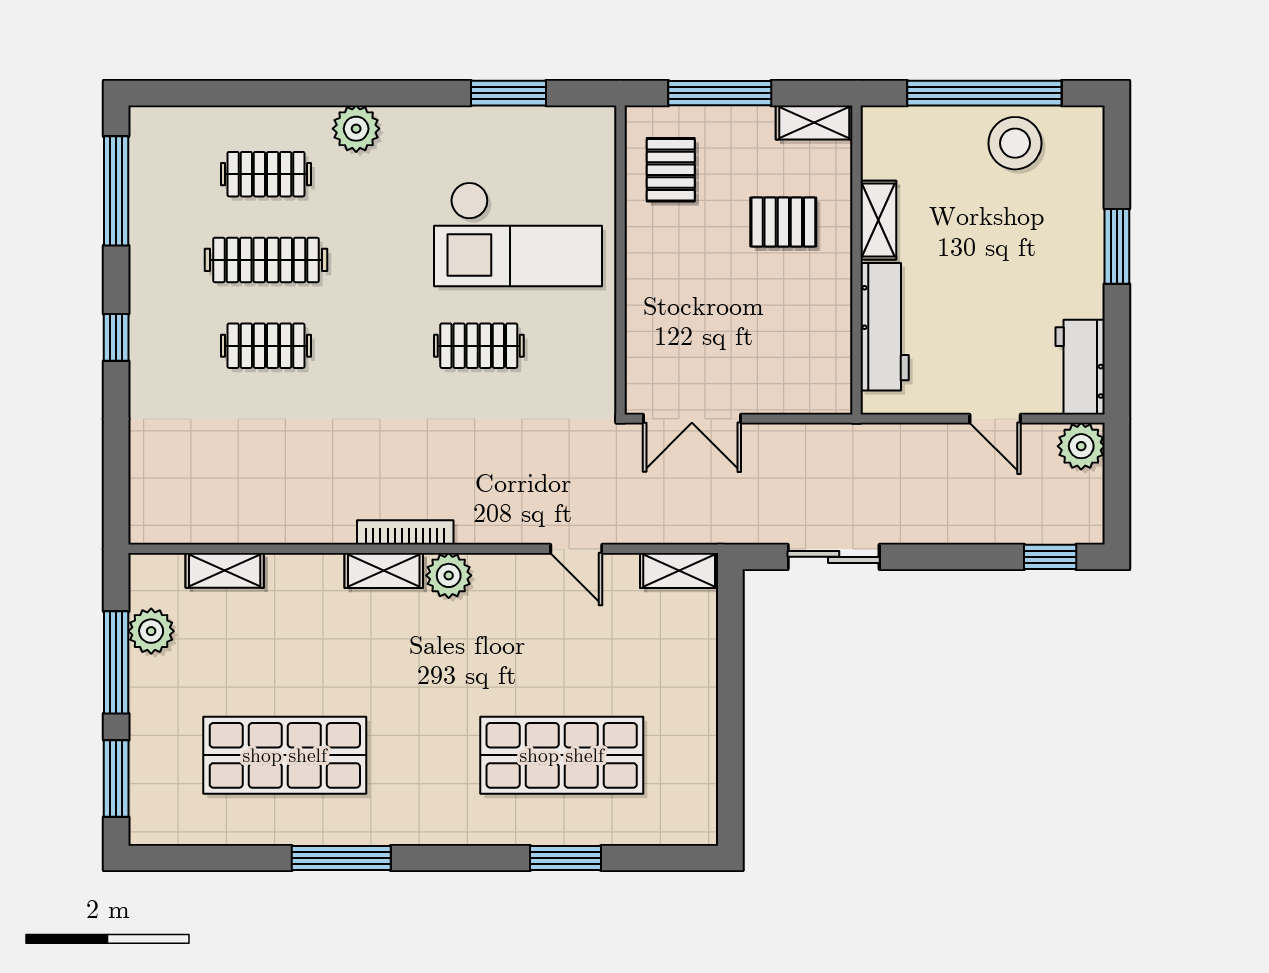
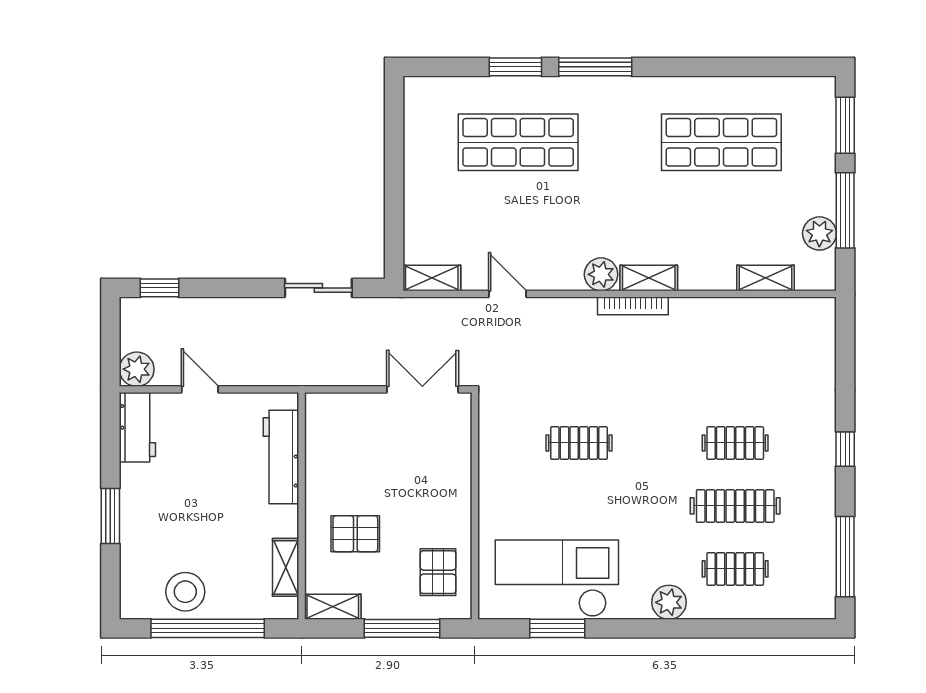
shelving: (878, 220) -> (286, 567), moved
checkout: (518, 234) -> (557, 578), moved
window: (341, 858) -> (595, 67), moved

